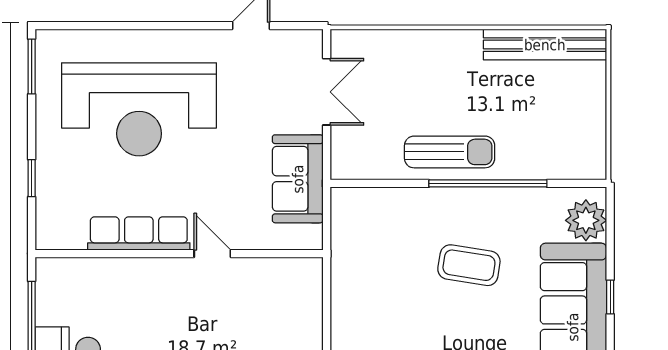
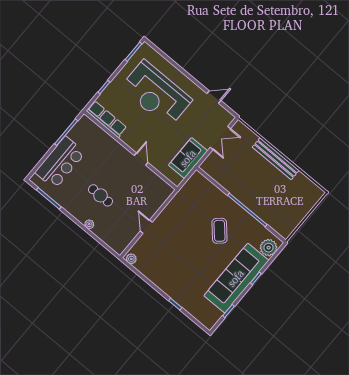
bench: (545, 45) -> (276, 159), moved
sun lounger: (450, 152) -> (243, 190), removed
row of seats: (139, 233) -> (106, 119), moved
coffee table: (469, 265) -> (220, 231), turned 39

